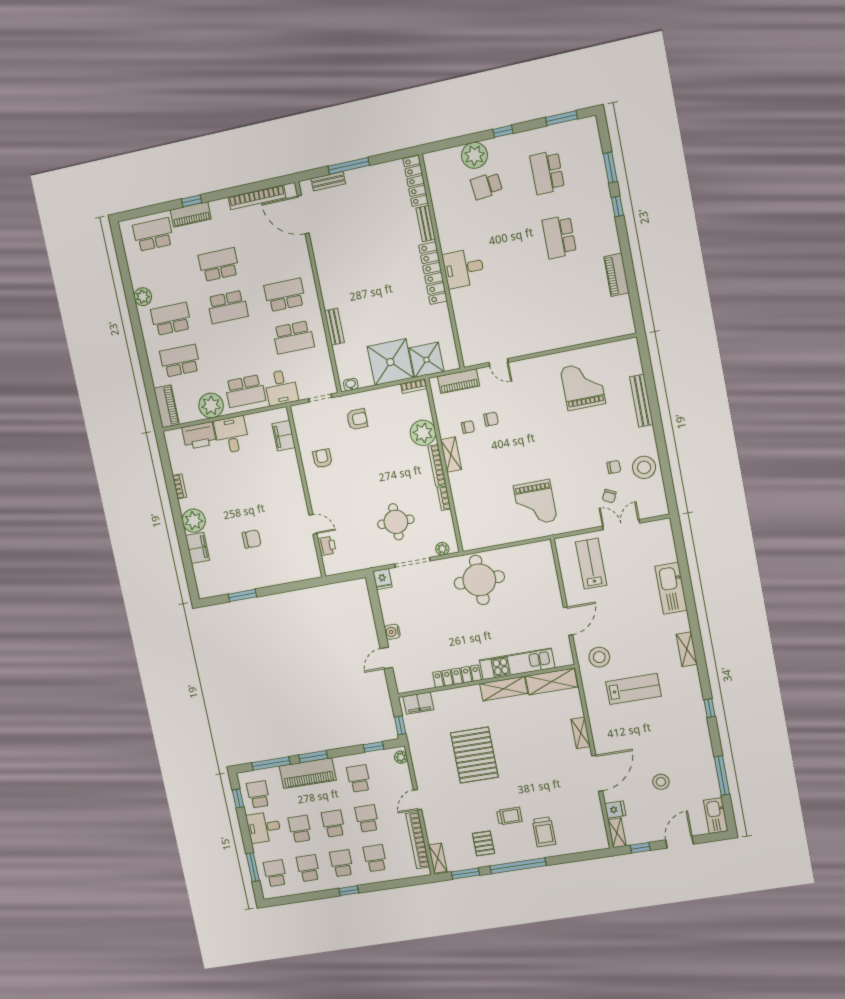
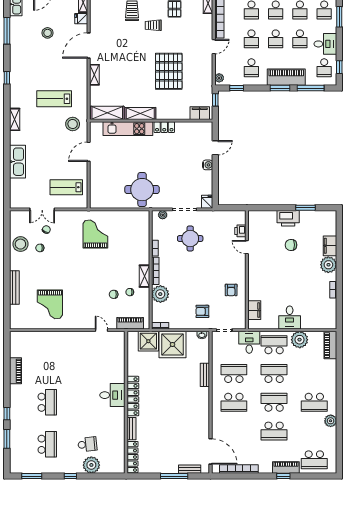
school desk: (180, 361) -> (274, 373), moved, turned 180
printer: (199, 436) -> (288, 218), moved, turned 180
lab bench: (591, 564) -> (66, 187), turned 90
locker: (457, 676) -> (164, 127), width x0.66

